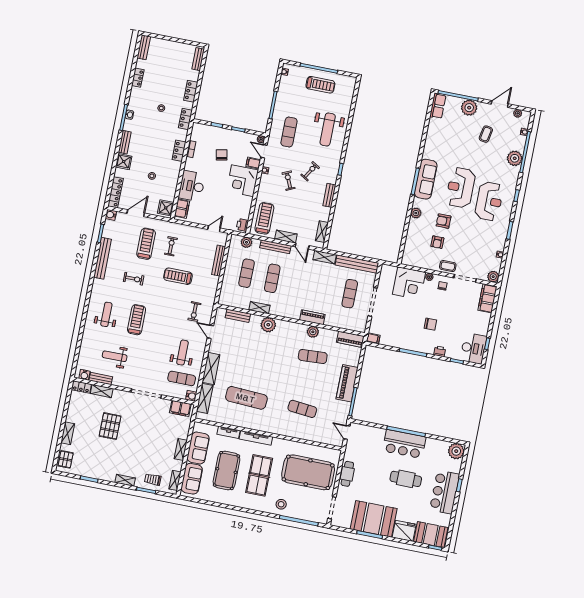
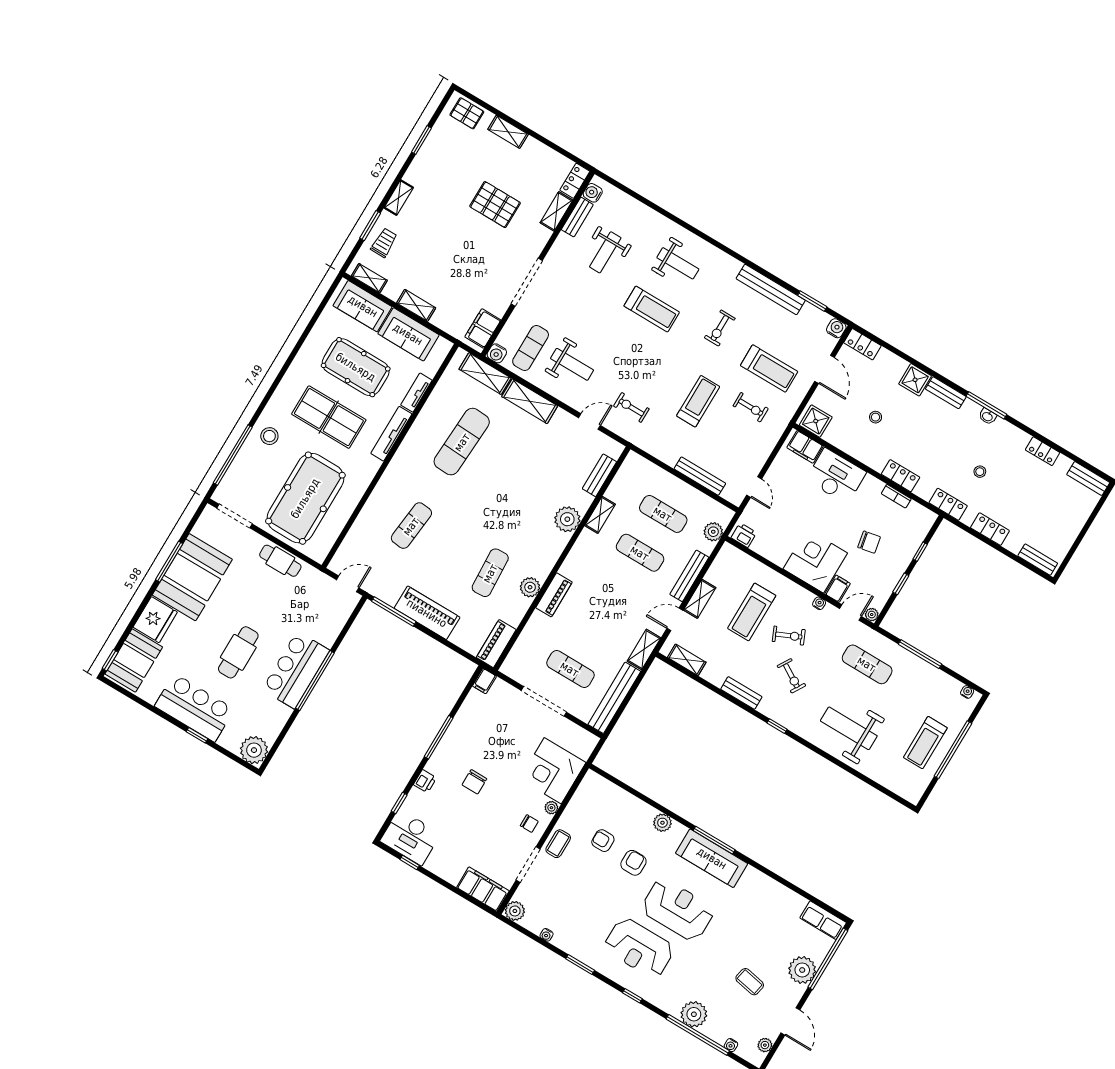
locker: (115, 192) -> (862, 344), width x0.66
treadmill: (264, 218) -> (752, 612), moved, turned 90
weight bench: (115, 356) -> (605, 252), turned 180

